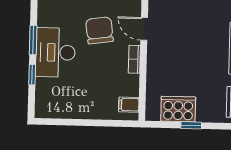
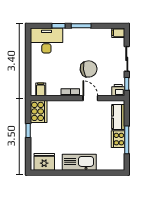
door: (144, 29) -> (90, 98), hinge flipped
desk: (55, 52) -> (46, 41), moved
cooker: (178, 109) -> (39, 111), moved

